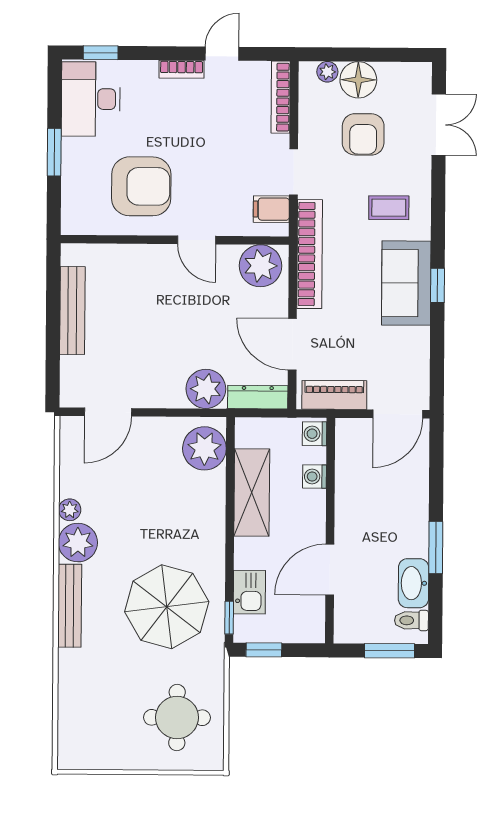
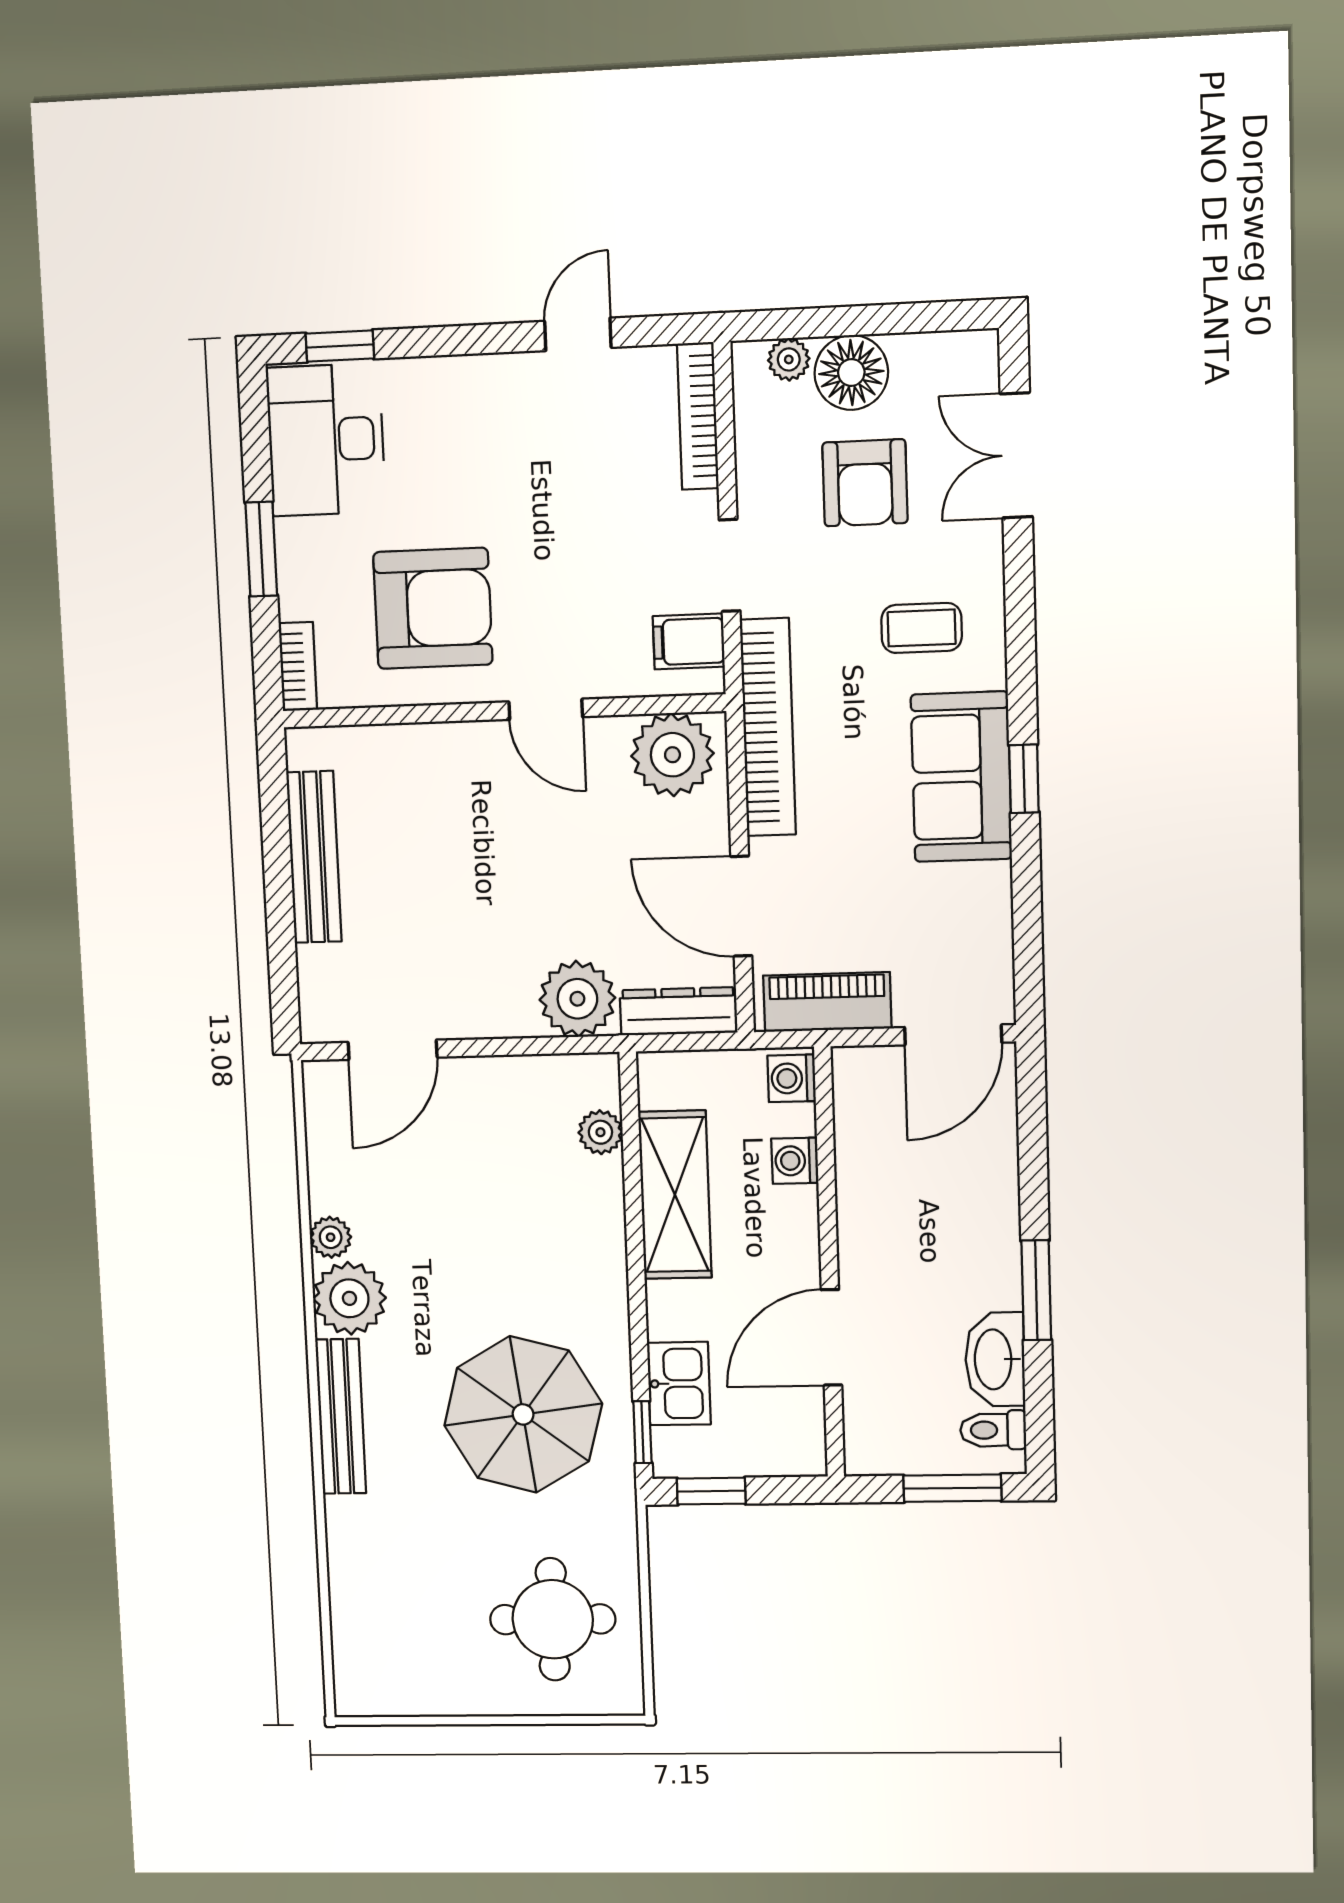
bookcase: (182, 69) -> (298, 666), moved, turned -90
double door: (439, 125) -> (1016, 455), swing flipped
plant: (204, 448) -> (600, 1132), width x0.53, depth x0.53

